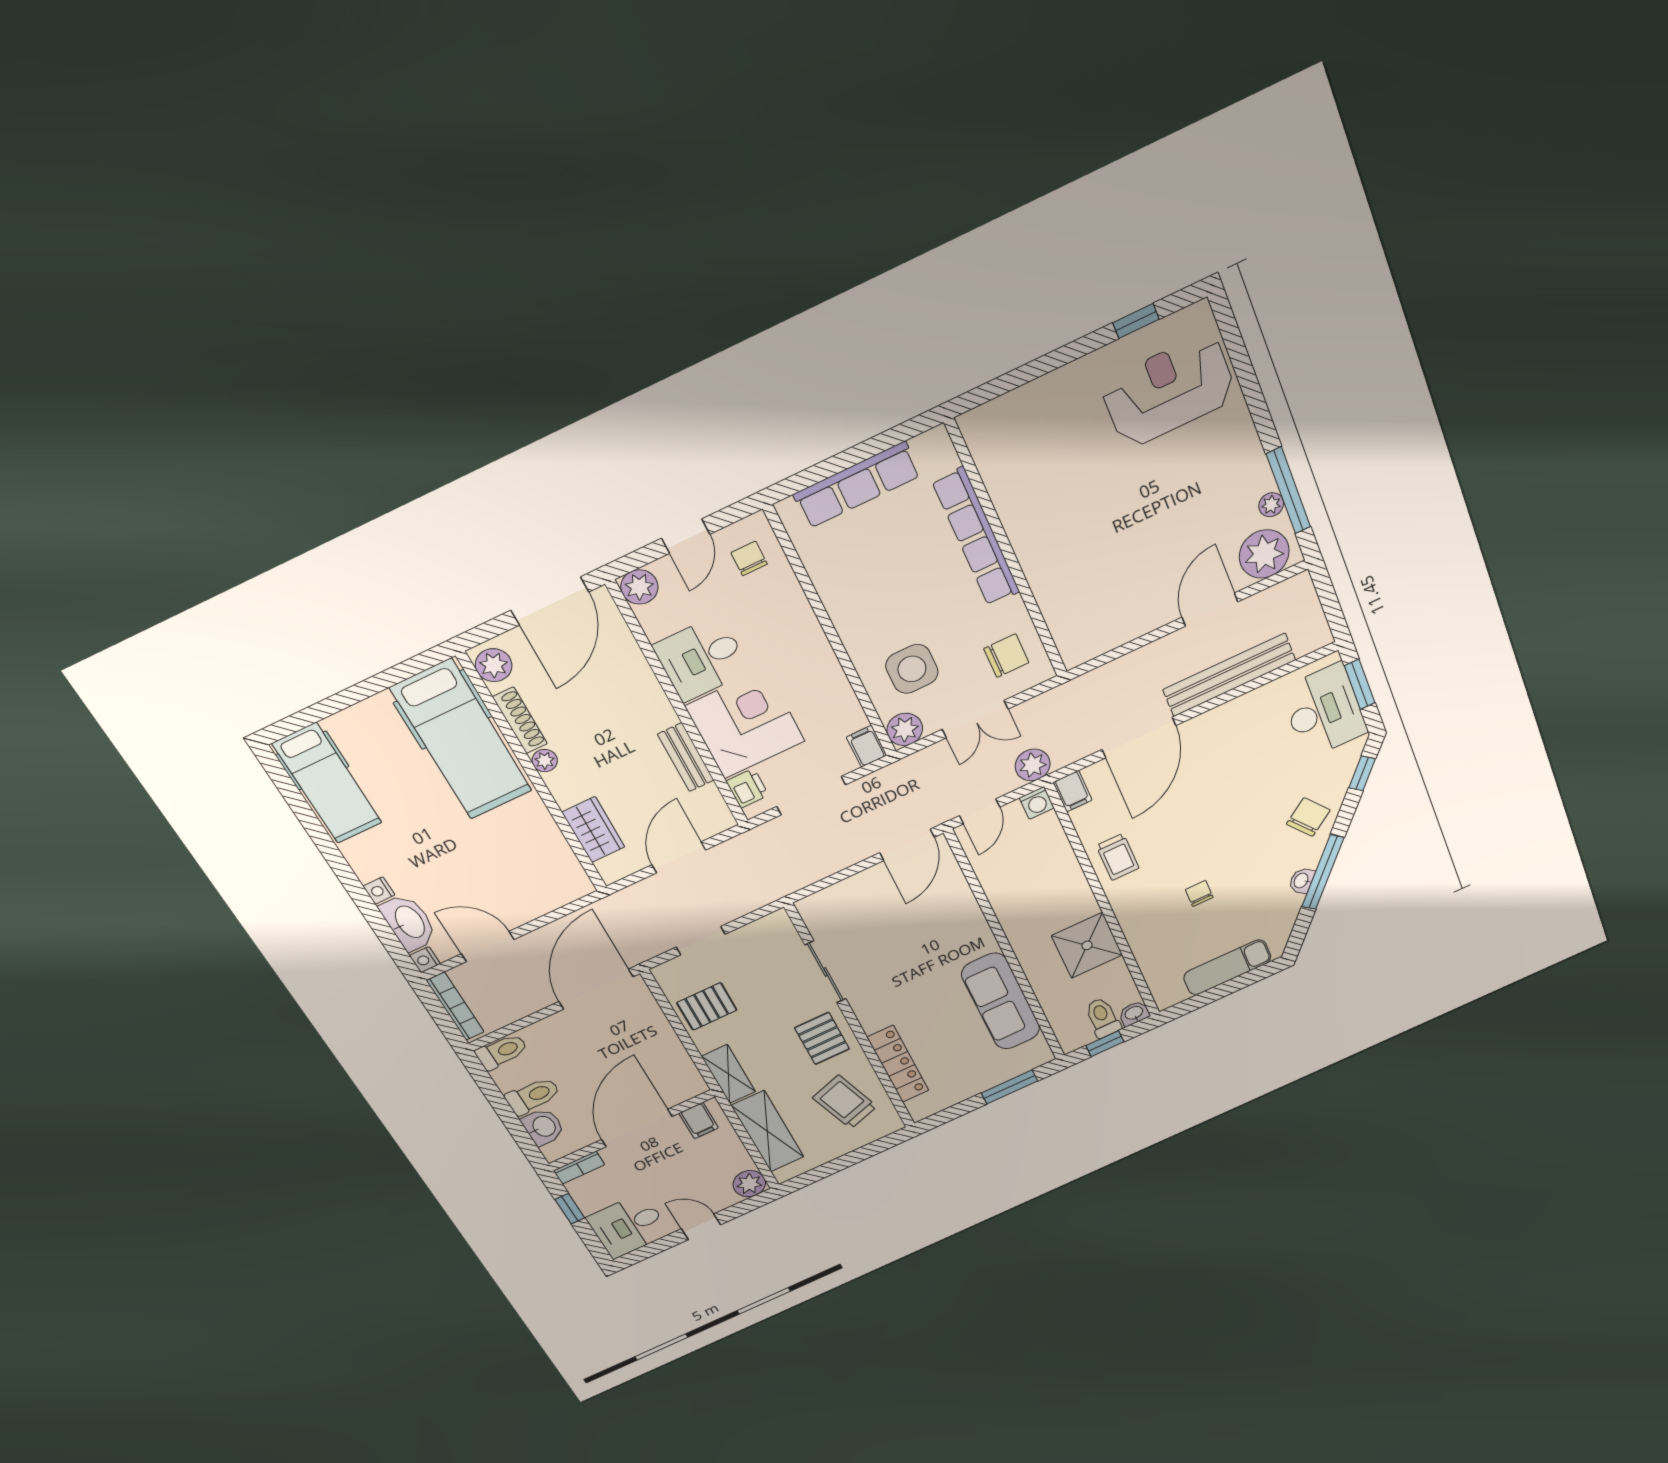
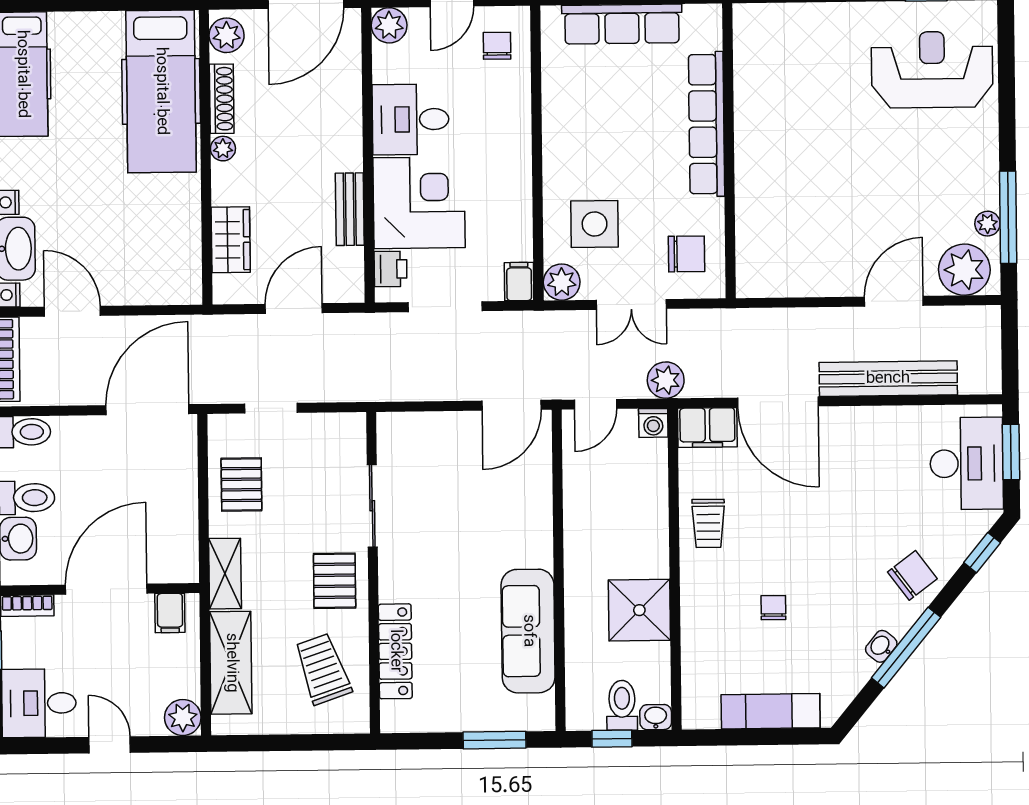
door: (1139, 738) -> (778, 402), hinge flipped
filing cabinet: (1073, 791) -> (707, 428), width x2.00
pallet: (707, 1006) -> (241, 485), turned 90

